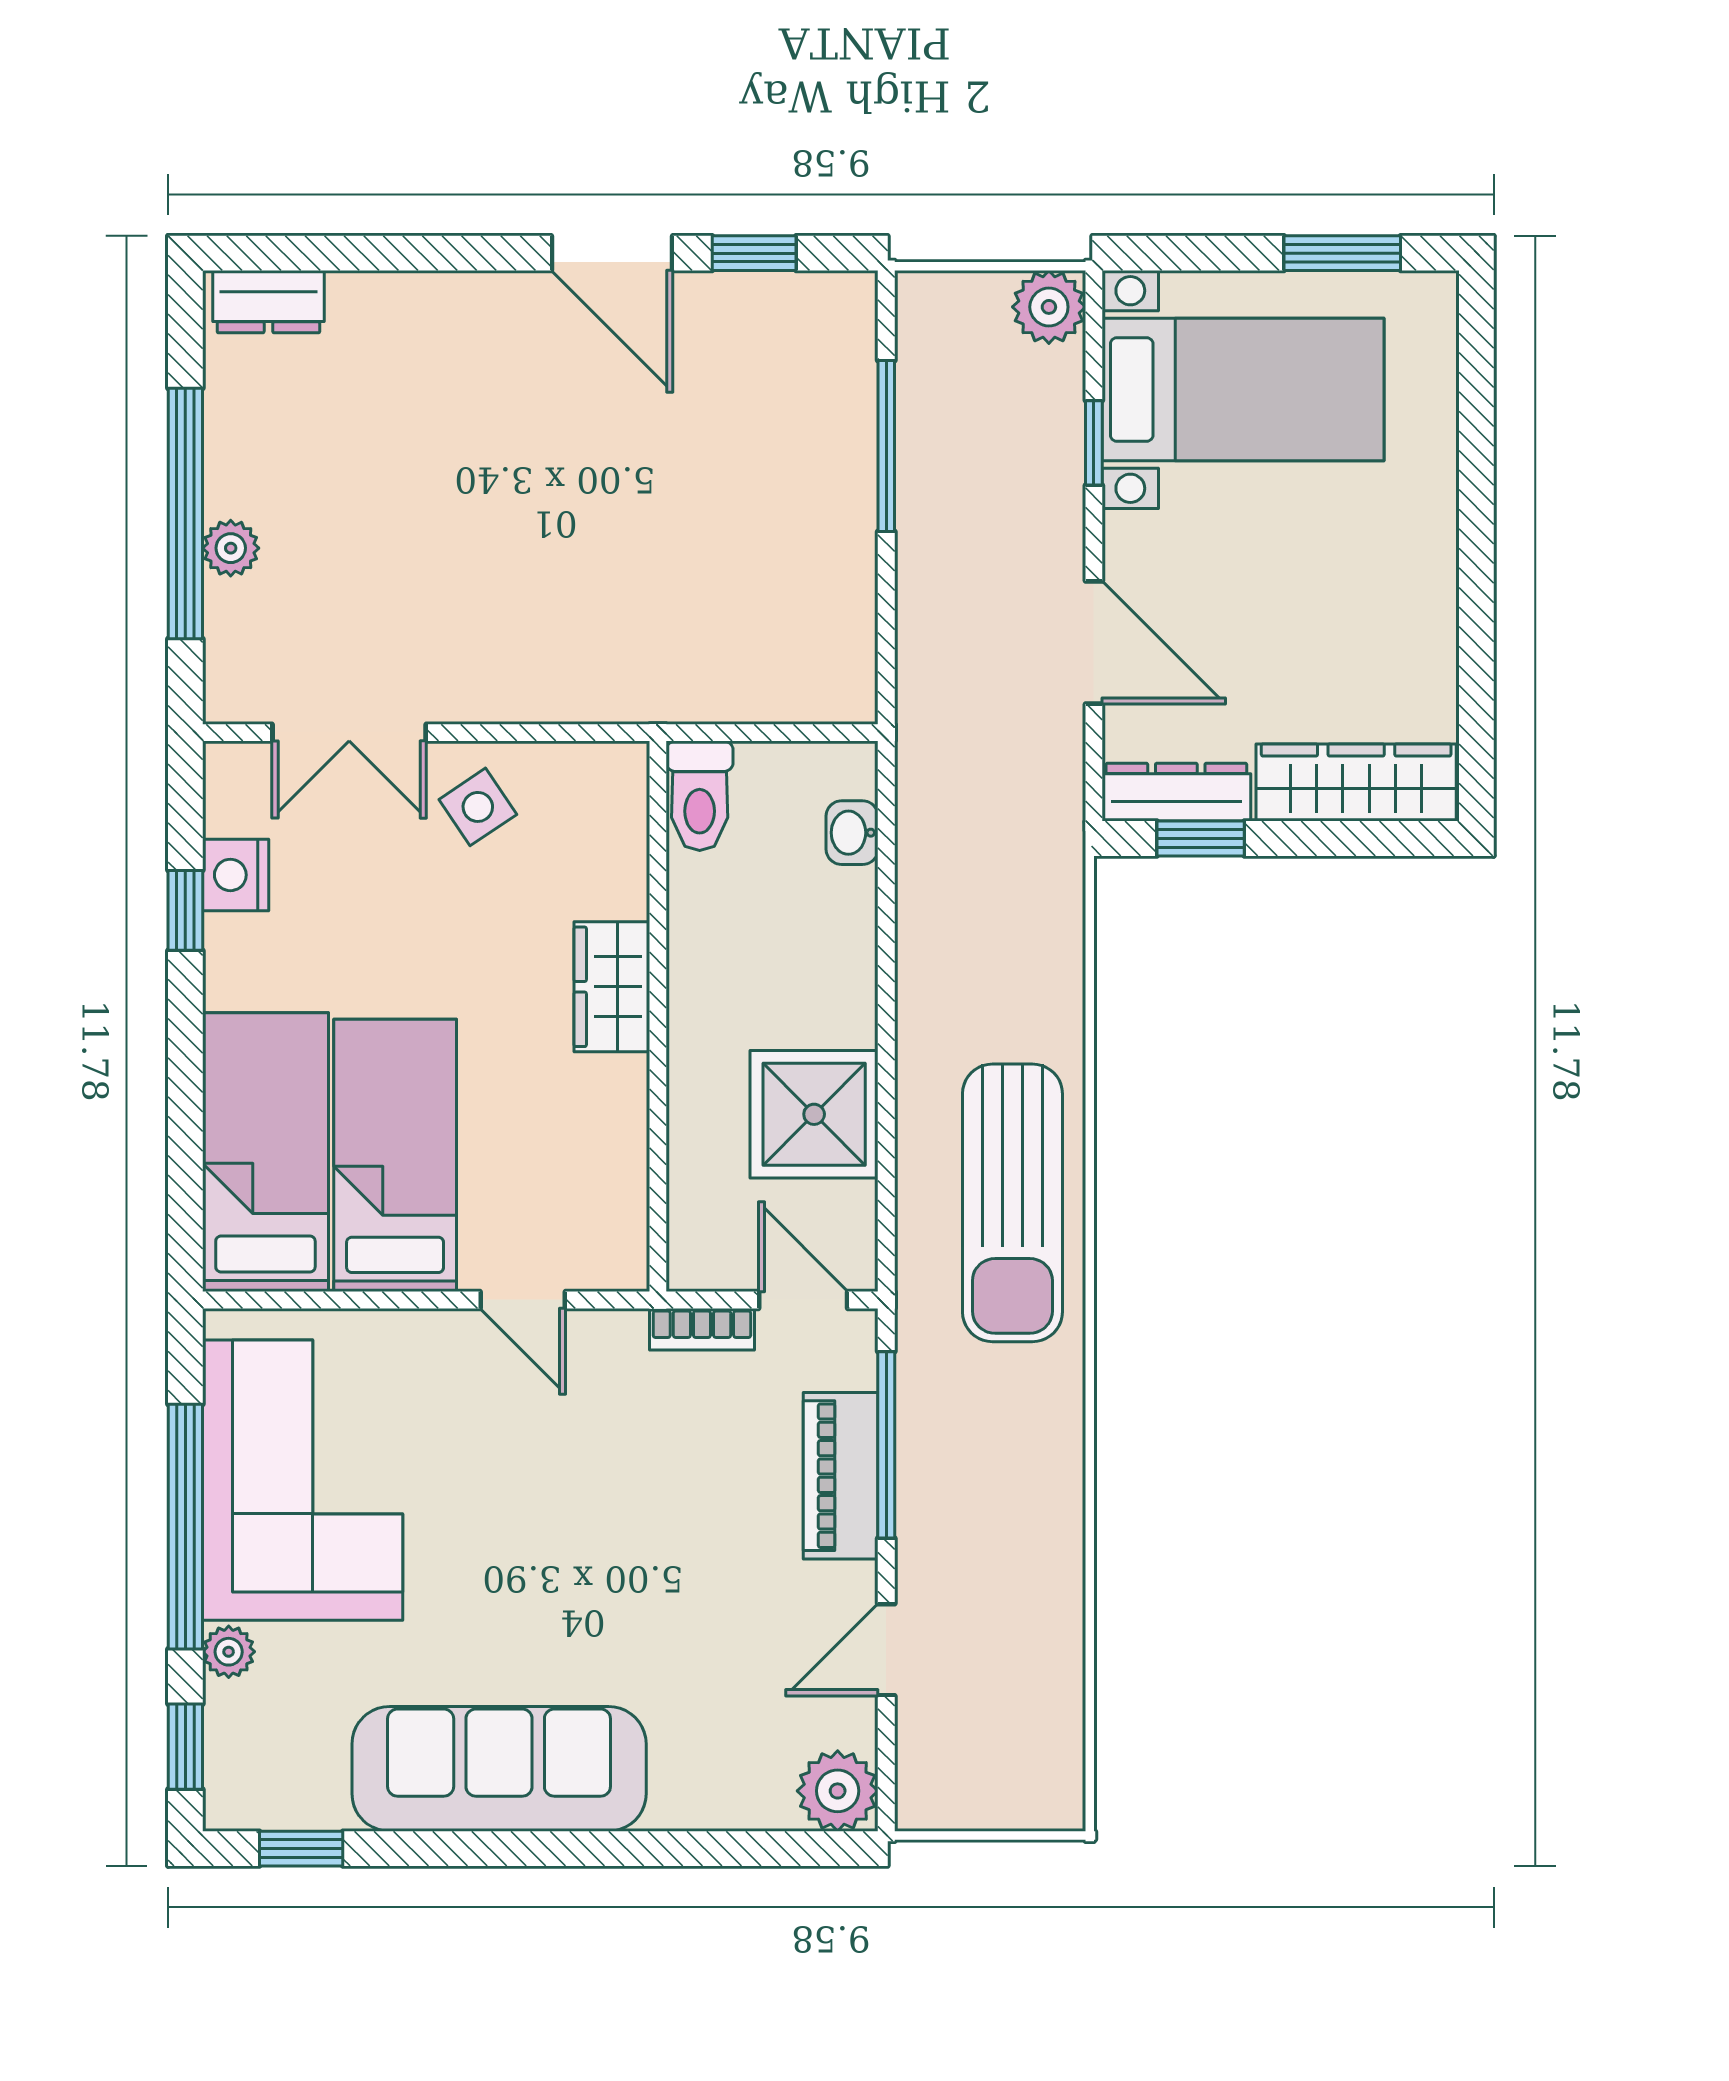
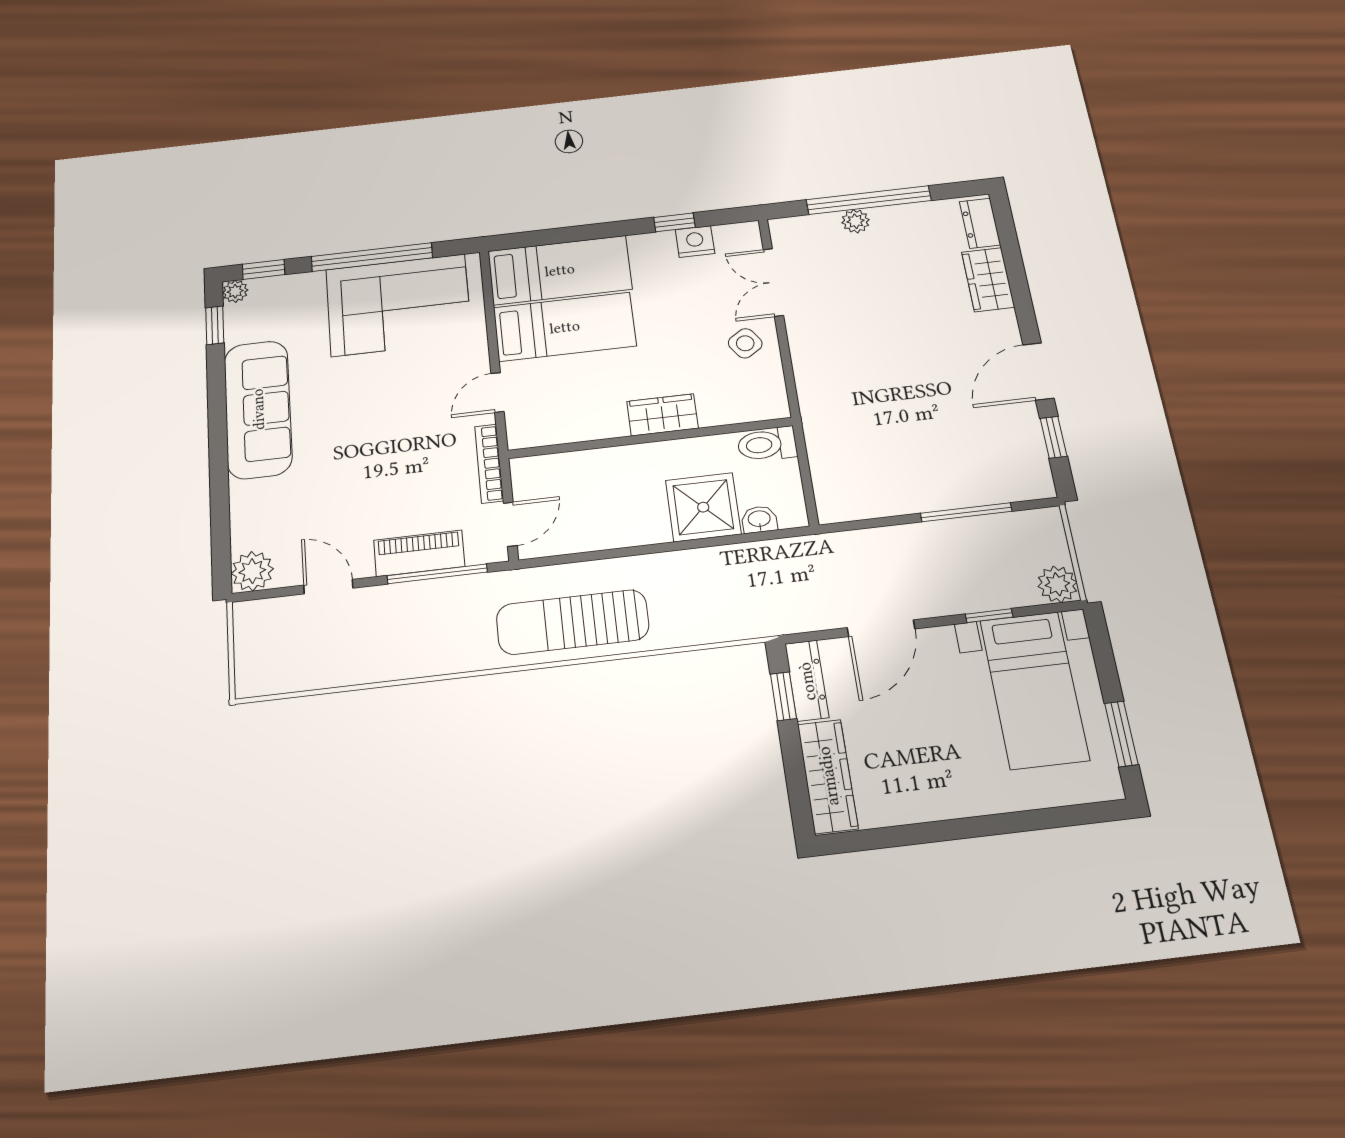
wardrobe: (398, 310) -> (988, 280), added
shower: (814, 1114) -> (703, 507), moved
bookcase: (702, 1329) -> (489, 464), width x1.56
plant: (229, 1652) -> (235, 291), moved

